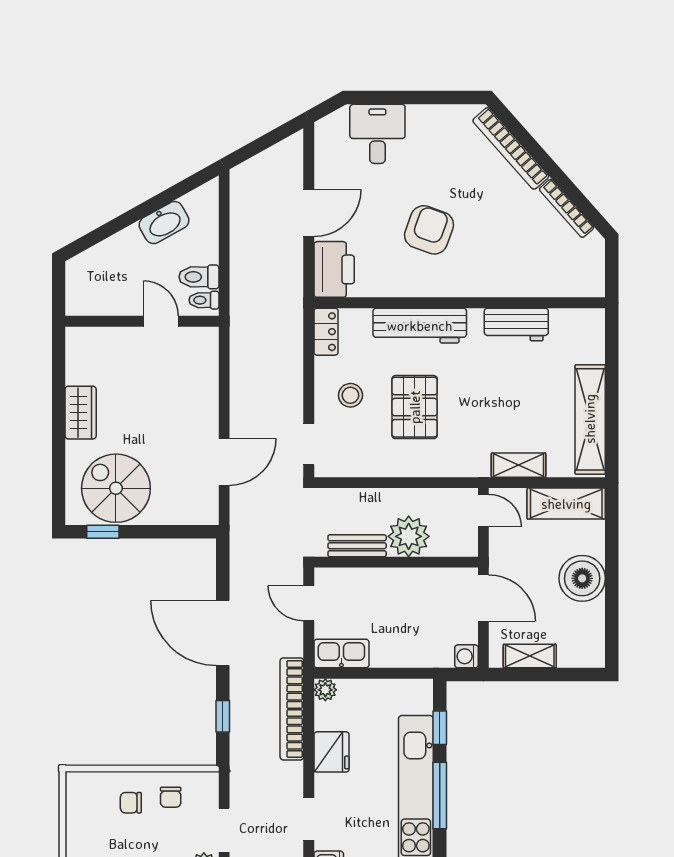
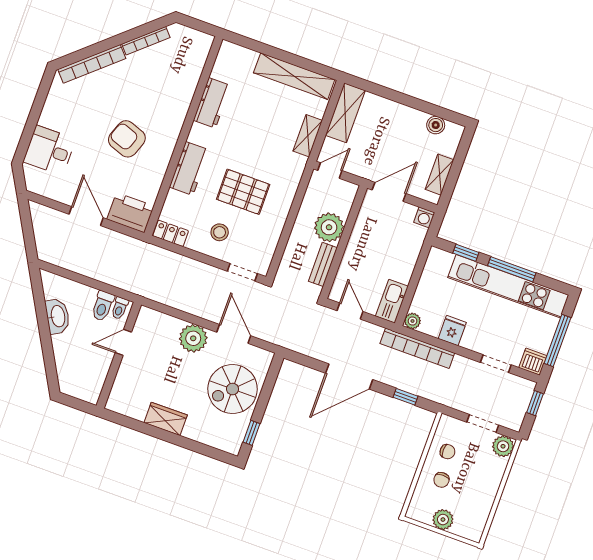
workbench: (420, 326) -> (189, 168), width x0.73
plant: (199, 411) -> (193, 338), added
spiral stairs: (116, 488) -> (233, 389), moved
boiler: (582, 578) -> (436, 125), moved, width x0.54, depth x0.54
door: (309, 603) -> (350, 311), swing flipped
fridge: (331, 752) -> (452, 331), width x0.72
plant: (80, 823) -> (443, 520), added

